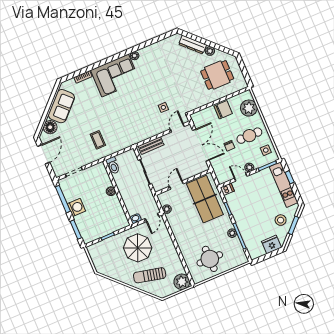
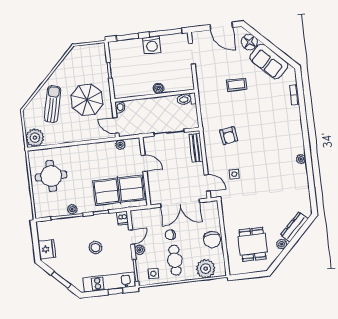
corner sofa: (115, 75) -> (285, 131), removed
armchair: (133, 121) -> (229, 136), added
coffee table: (98, 140) -> (236, 85), moved
stool: (281, 220) -> (95, 247), moved

